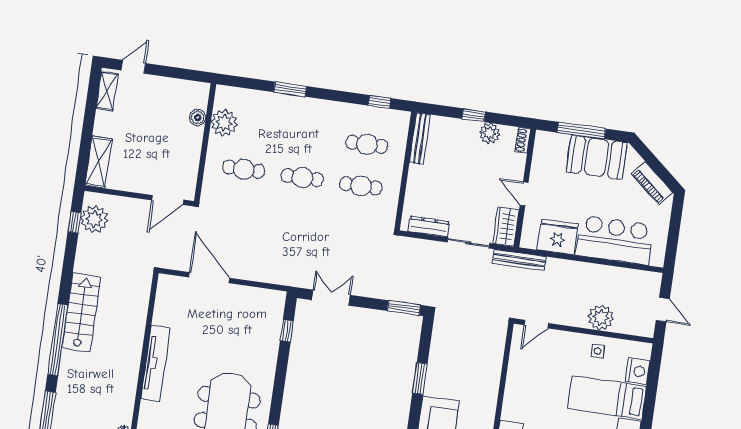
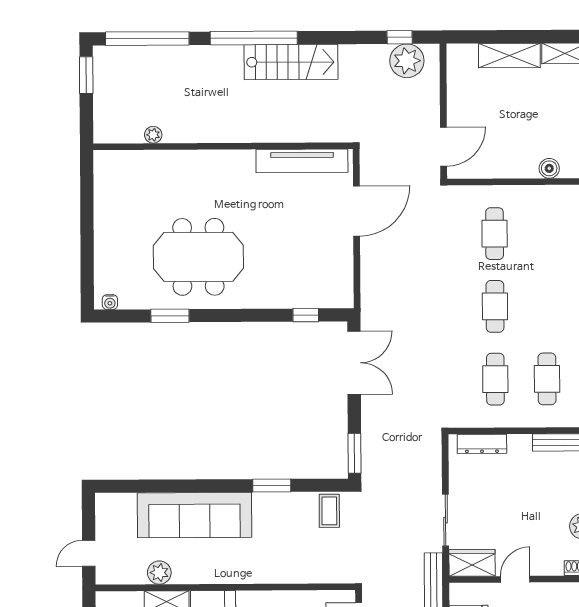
plant: (224, 123) -> (547, 201), removed
shelving: (99, 162) -> (509, 56), moved
door: (168, 200) -> (444, 147), swing flipped
dresser: (429, 227) -> (482, 444), moved, turned 90
double door: (331, 298) -> (354, 363), width x1.37
coffee table: (447, 335) -> (329, 511), added
tv unit: (155, 363) -> (302, 161), moved

